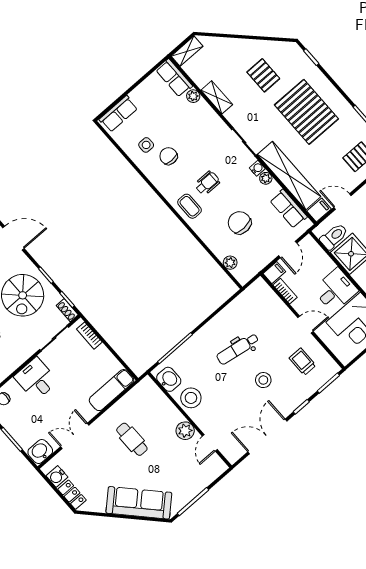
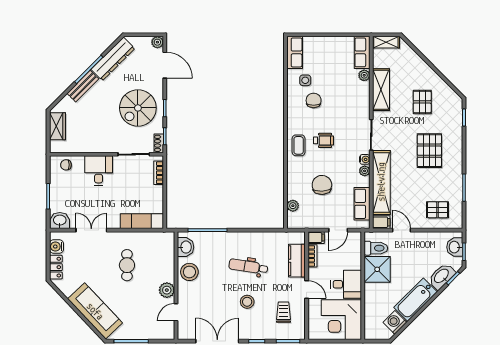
shelving: (217, 97) -> (381, 90), width x1.50, depth x1.33
pallet: (306, 112) -> (429, 151), width x0.73, depth x0.71
row of seats: (118, 114) -> (295, 52), moved, turned -90
kitchen counter: (275, 307) -> (297, 261), added

